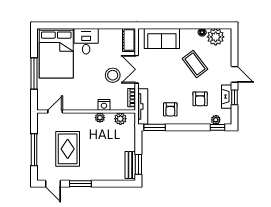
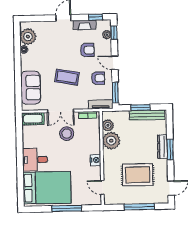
coffee table: (195, 64) -> (67, 77), moved, turned 47
window: (235, 97) -> (95, 17), moved
nightstand: (104, 105) -> (95, 160), moved
tv unit: (143, 106) -> (101, 104), width x0.71
plant: (100, 118) -> (111, 141), width x1.88, depth x1.88
door: (186, 127) -> (115, 63), added
window: (138, 164) -> (140, 107), moved
bench: (130, 165) -> (147, 115), width x1.36
dresser: (97, 176) -> (162, 147), added
window: (80, 184) -> (170, 150), moved

